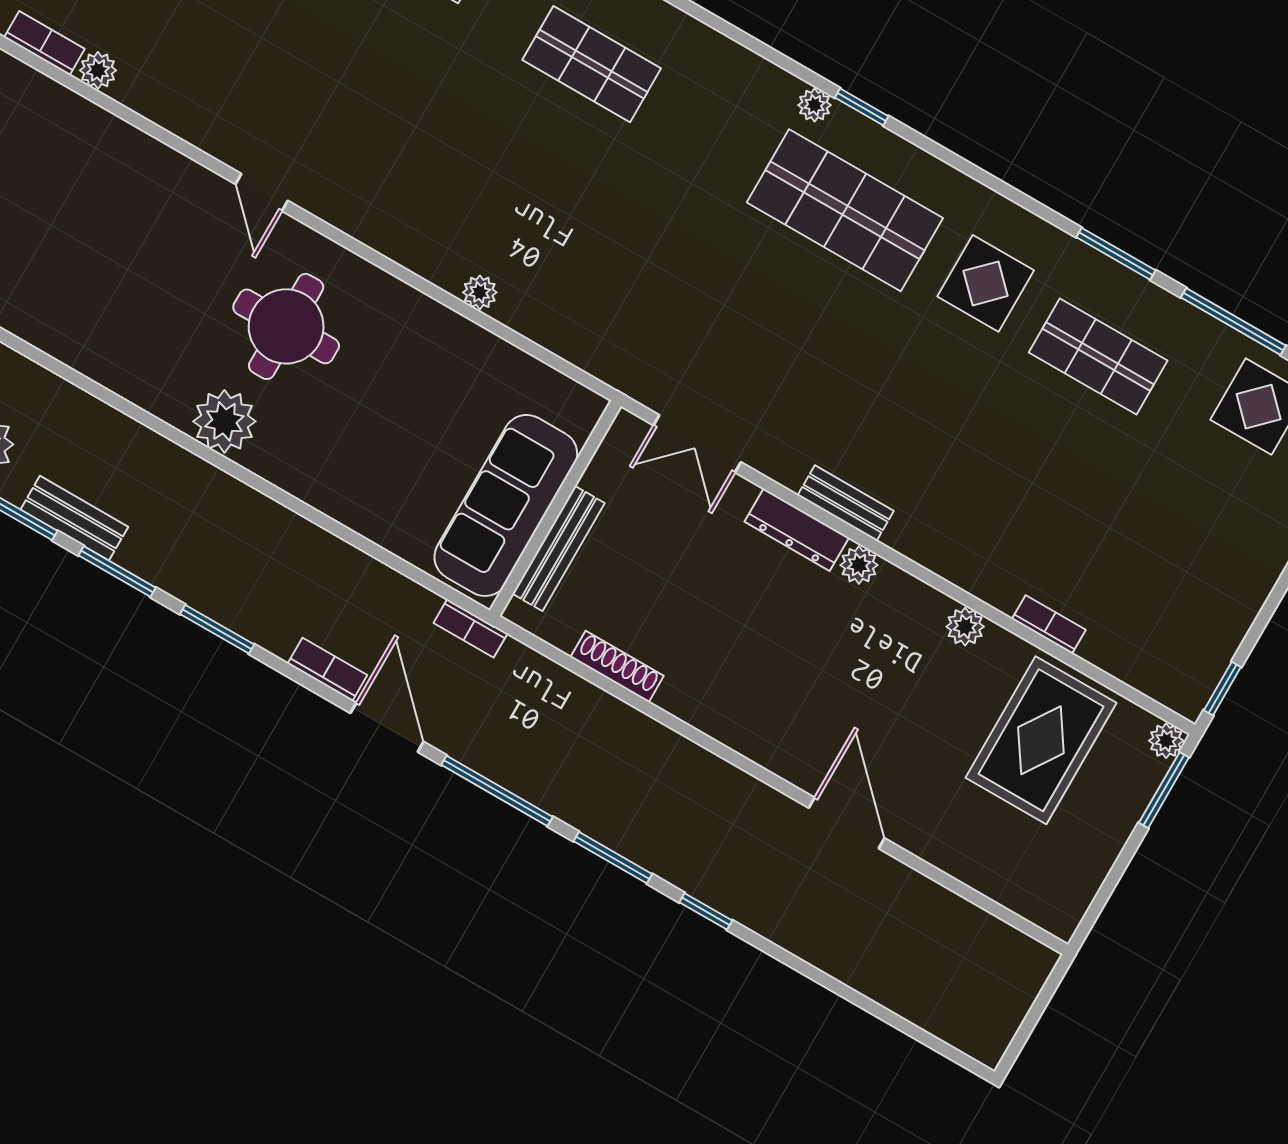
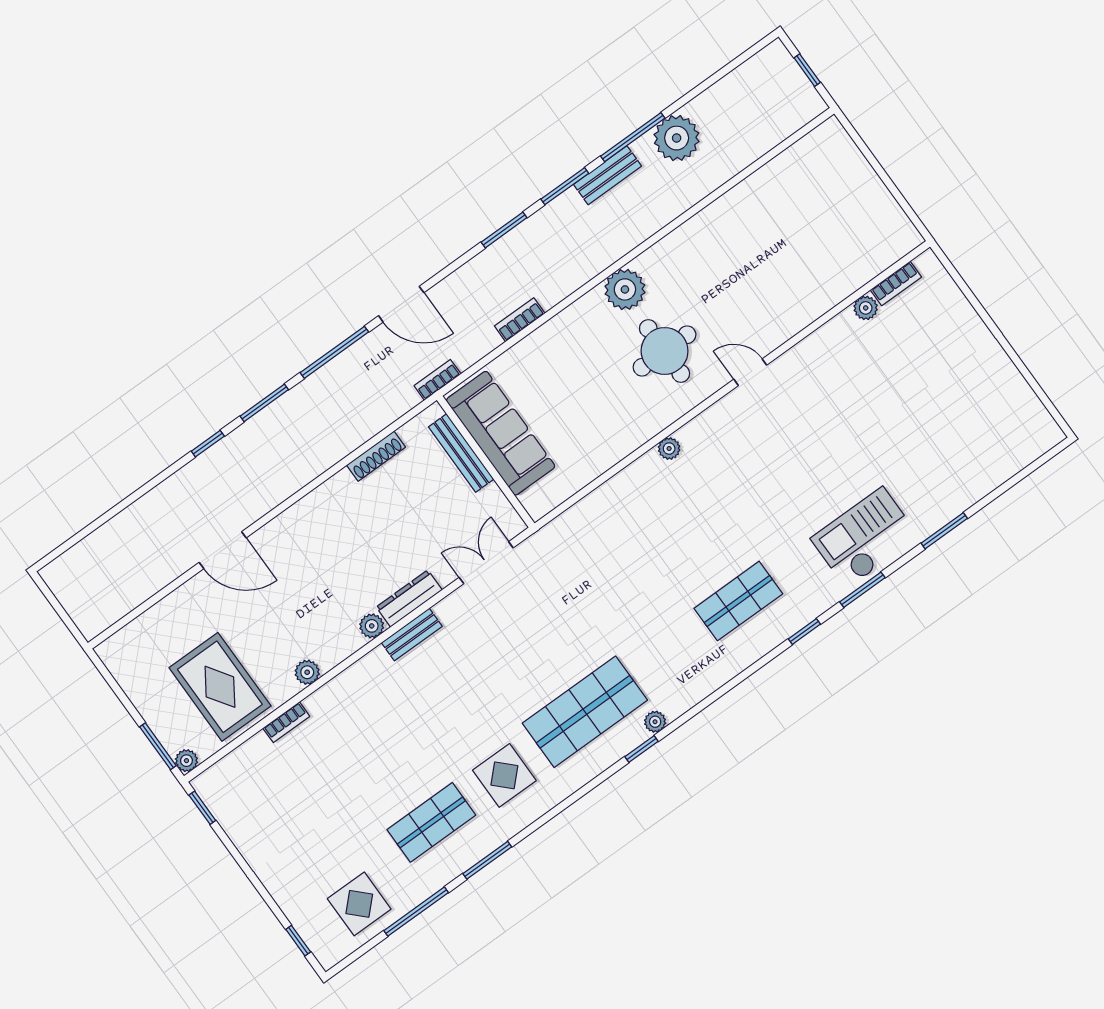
plant: (480, 292) -> (669, 449), moved
bookcase: (327, 669) -> (520, 320), moved, turned 180

